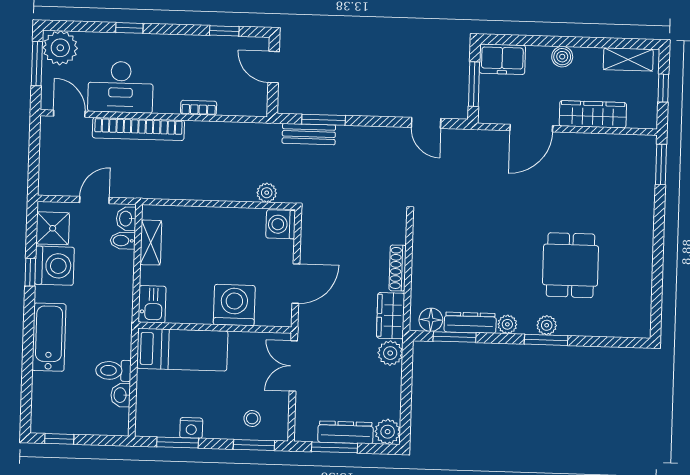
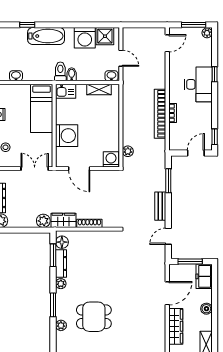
window: (224, 31) -> (215, 137), moved
plant: (60, 48) -> (207, 33), width x0.53, depth x0.53
desk: (121, 87) -> (198, 84), moved, turned 180
door: (531, 128) -> (167, 293), swing flipped
bookcase: (138, 129) -> (160, 114), moved
bench: (309, 134) -> (160, 206), moved
bidet: (123, 241) -> (72, 74), moved
window: (30, 272) -> (27, 25), moved
plant: (547, 325) -> (61, 325), moved
toilet: (113, 371) -> (60, 71), moved

